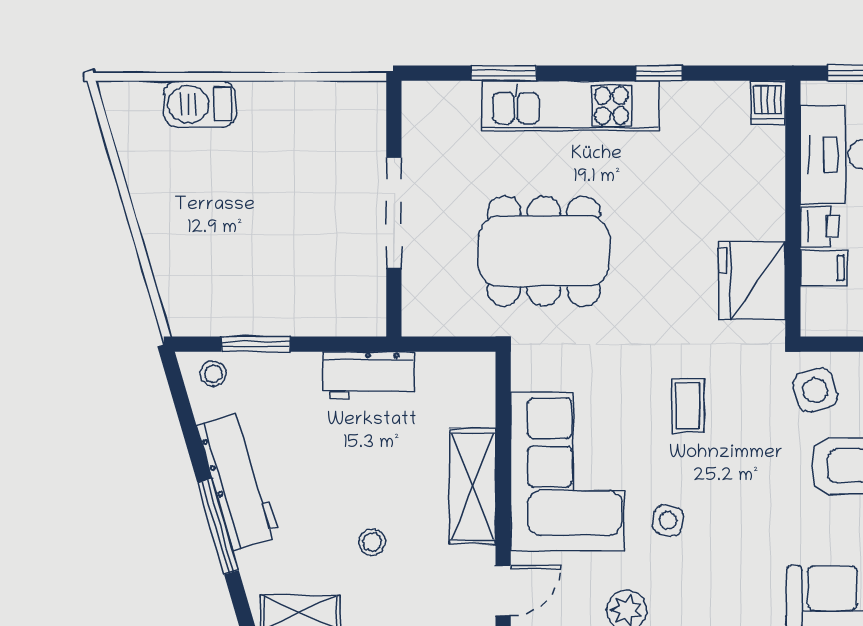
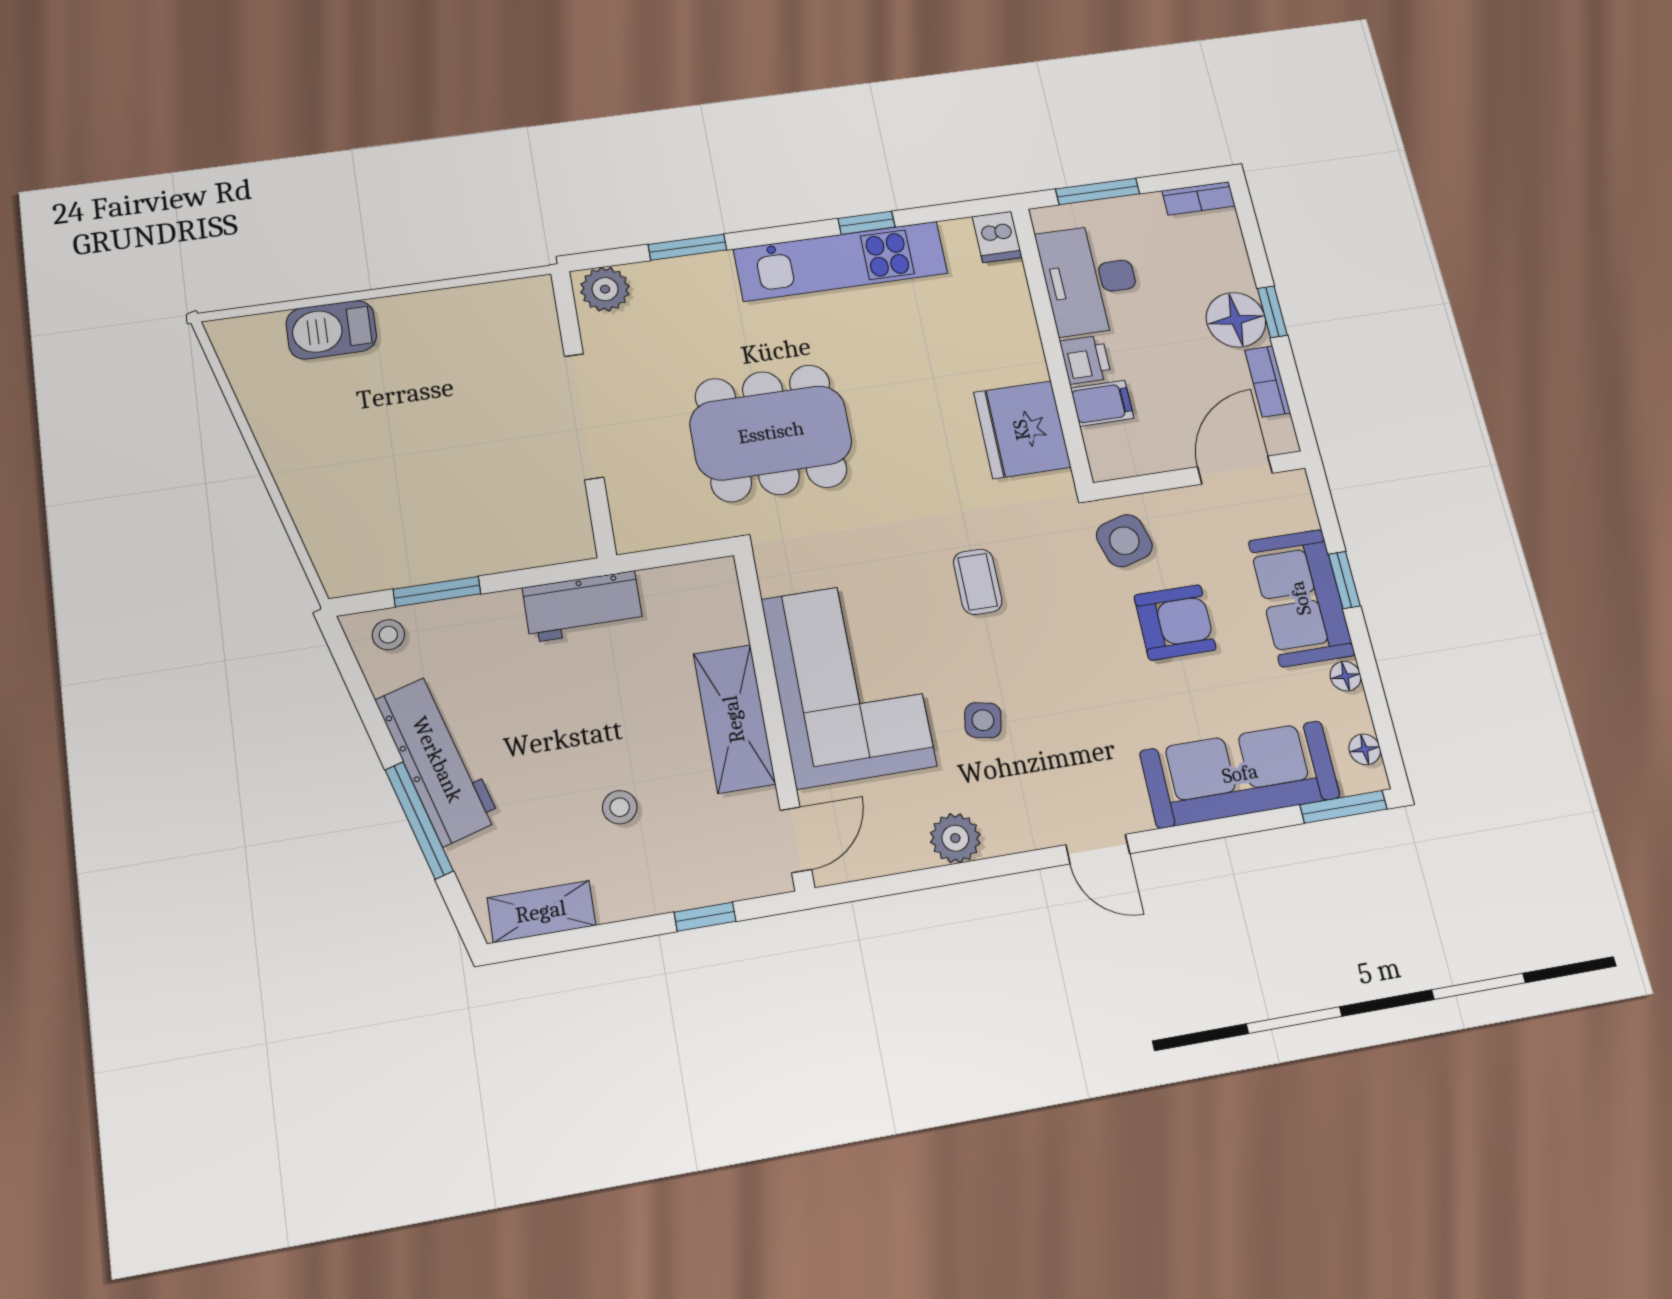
plant: (429, 101) -> (605, 289), added
kitchen unit: (571, 106) -> (841, 261), moved

